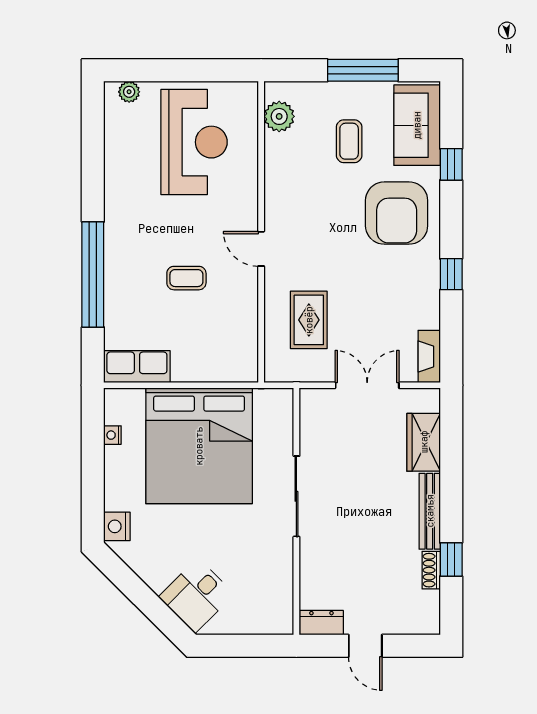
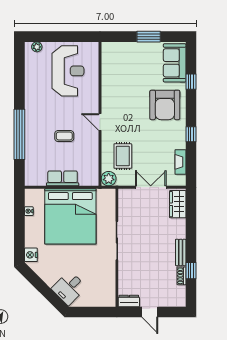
window: (363, 70) -> (149, 37), width x0.69
plant: (279, 116) -> (109, 179), moved
coffee table: (349, 141) -> (142, 71), removed
fireplace: (429, 356) -> (180, 162), moved
row of seats: (137, 367) -> (63, 178), moved
wardrobe: (424, 442) -> (178, 204), moved
bench: (430, 511) -> (181, 252), width x0.73

